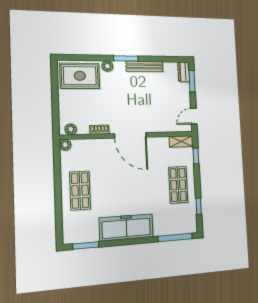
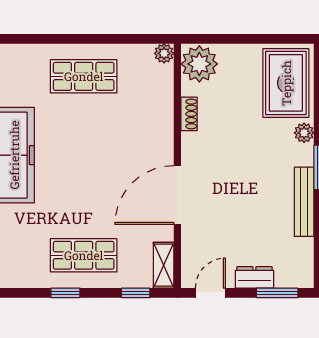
dresser: (184, 72) -> (254, 277), moved
door: (194, 116) -> (210, 293), hinge flipped
plant: (71, 129) -> (199, 64), width x1.87, depth x1.87
door: (130, 135) -> (177, 195), moved
window: (199, 206) -> (65, 293), moved

